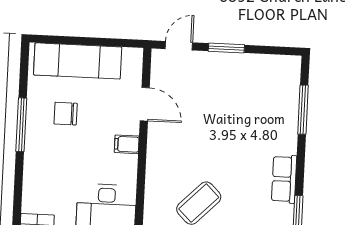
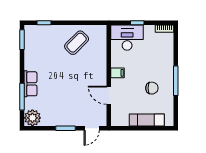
exam couch: (78, 61) -> (147, 120), width x0.73, depth x0.69
plant: (286, 70) -> (32, 118), added
row of seats: (284, 179) -> (30, 84), moved

